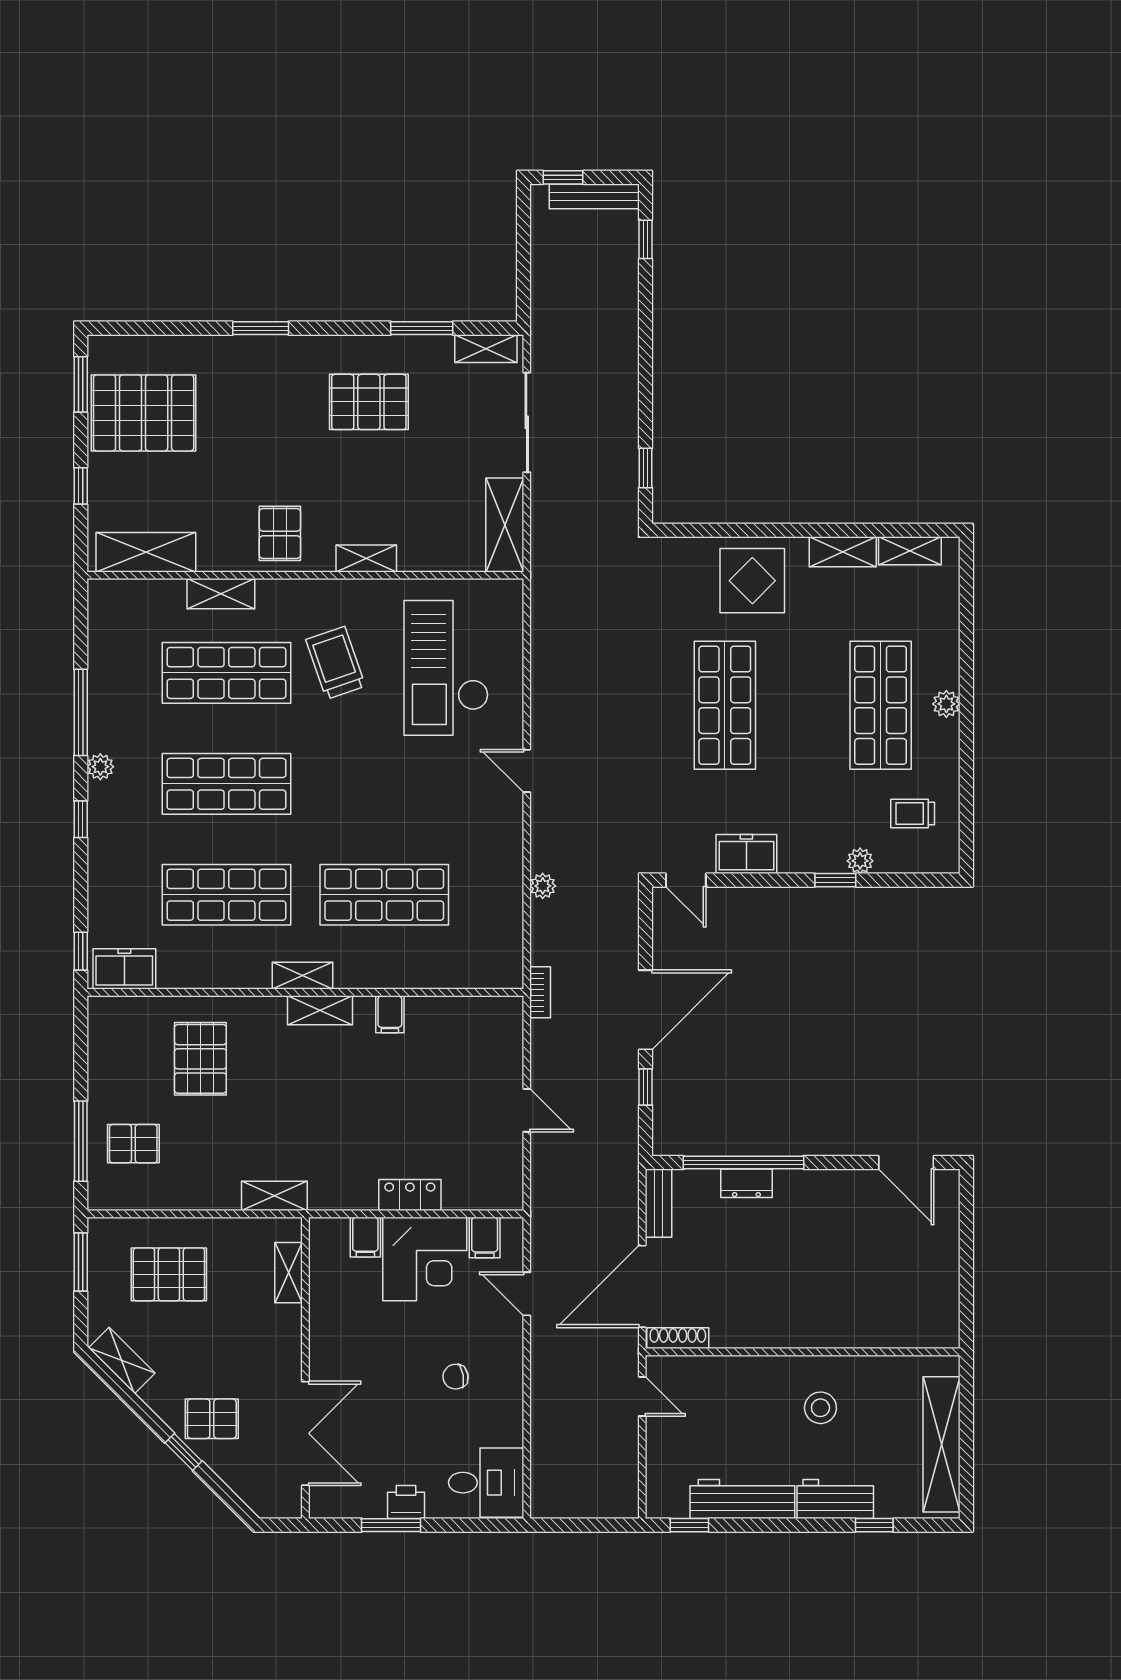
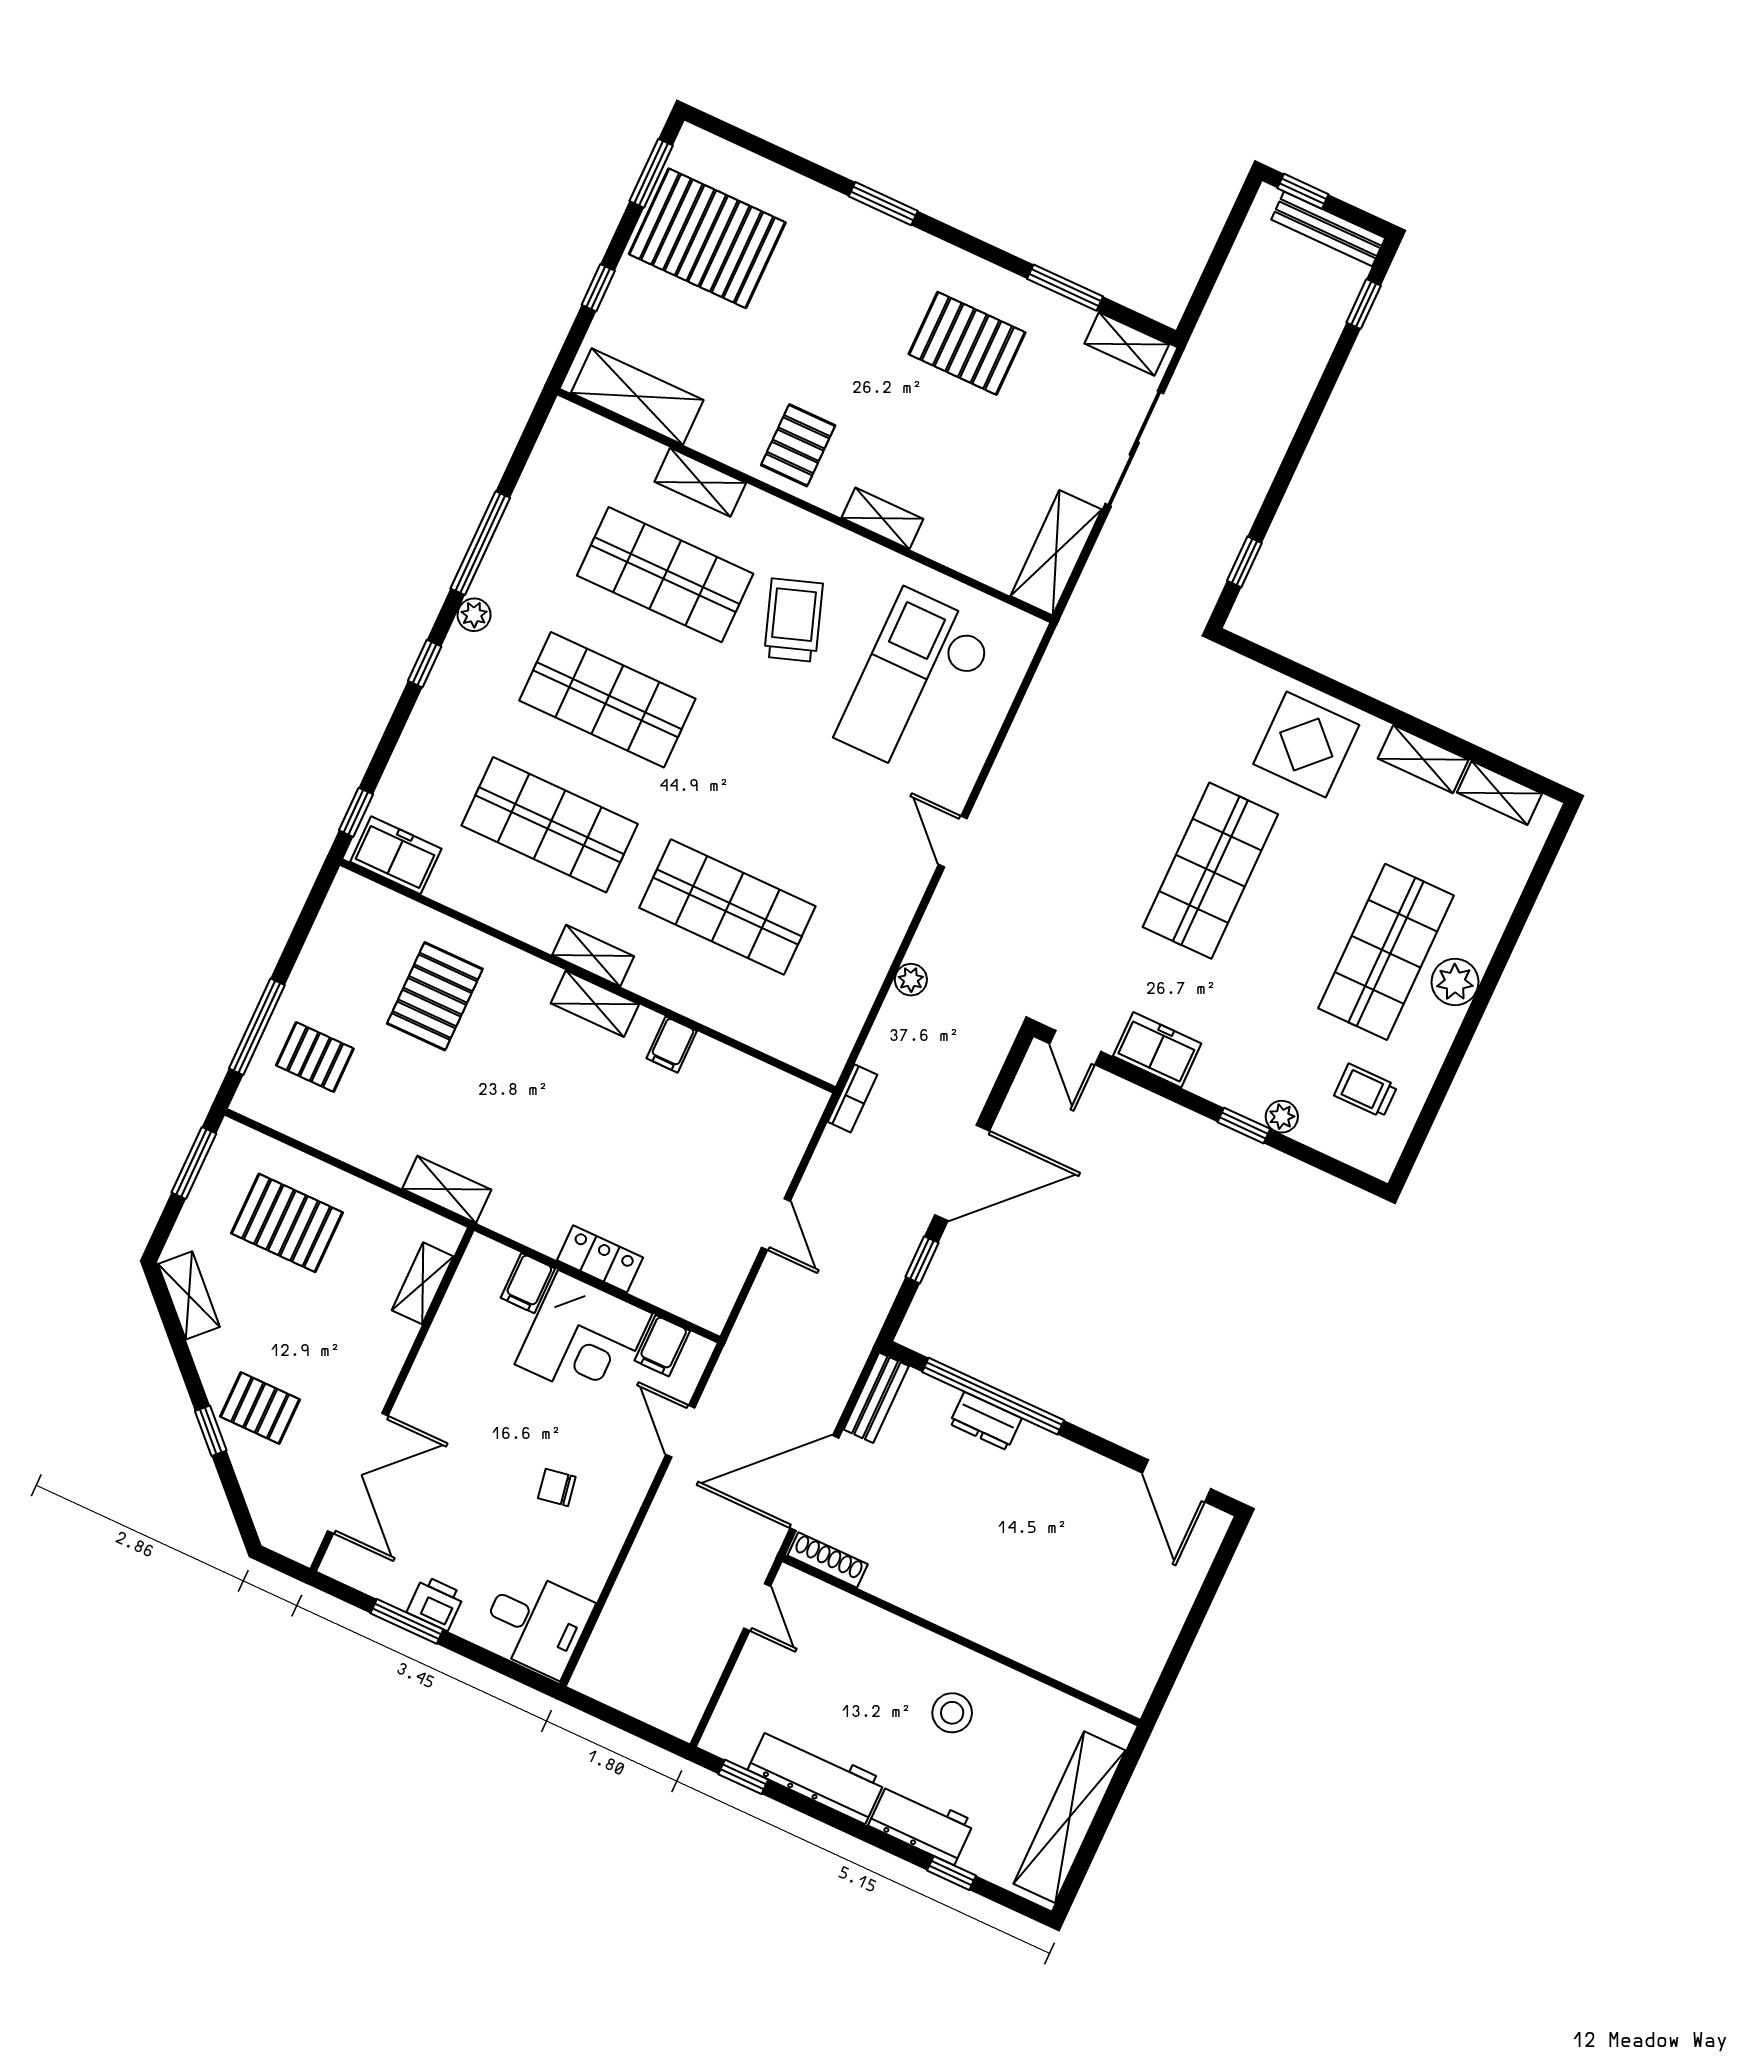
plant: (946, 704) -> (1455, 982), width x1.38, depth x1.38

